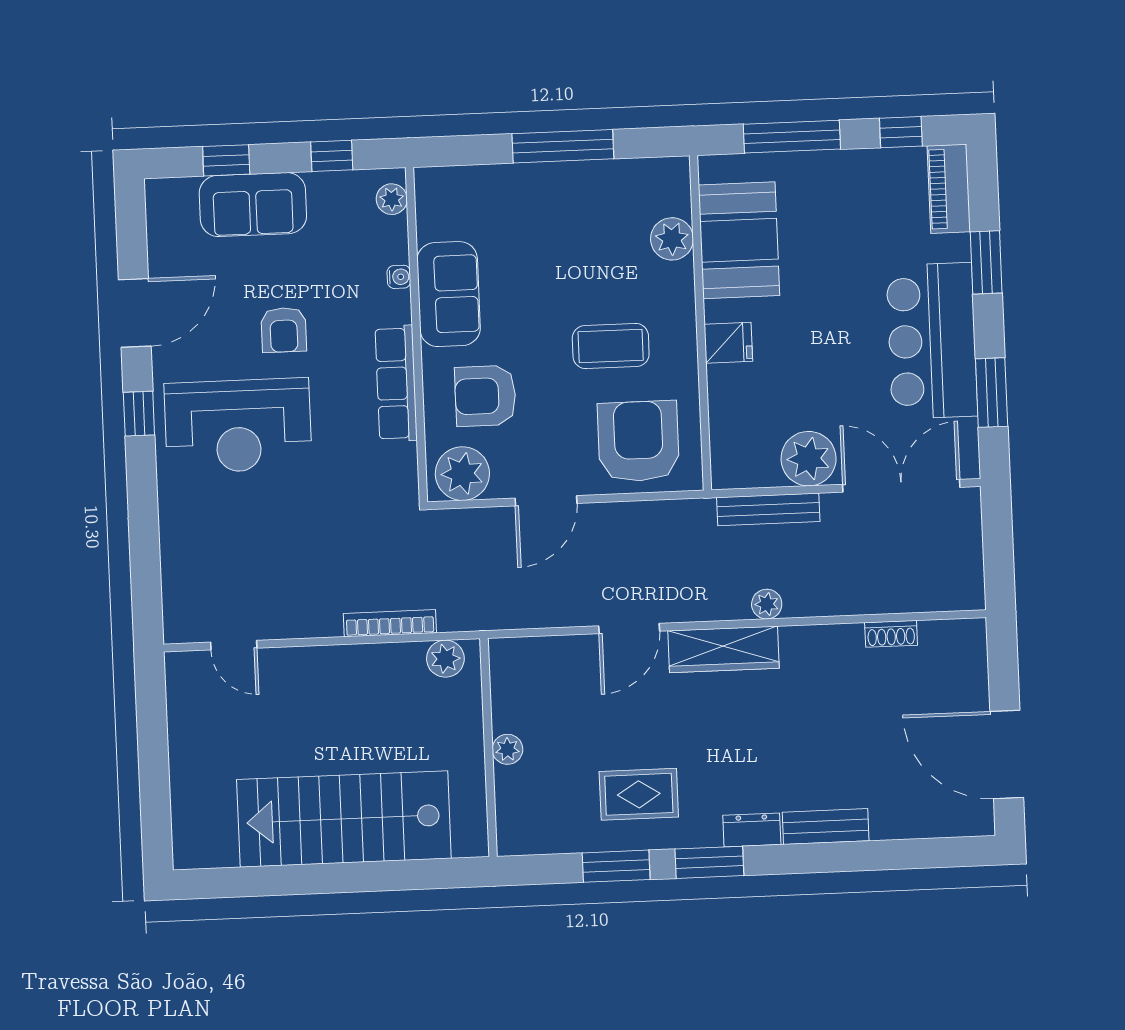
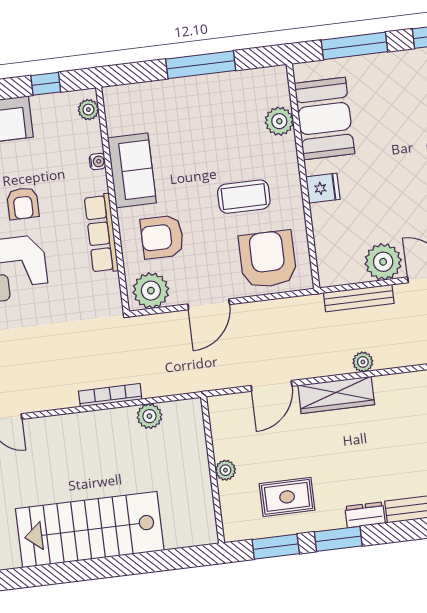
wall: (489, 748) -> (213, 470), moved
plant: (507, 749) -> (225, 470), moved

